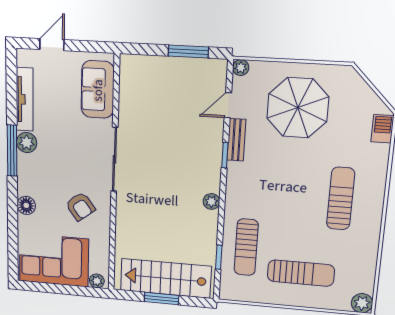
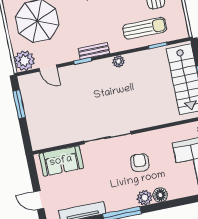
plant: (241, 68) -> (24, 61), width x1.88, depth x1.88
bench: (236, 140) -> (94, 51), moved
plant: (27, 143) -> (145, 198), moved
armchair: (80, 206) -> (140, 163), moved, turned -48

